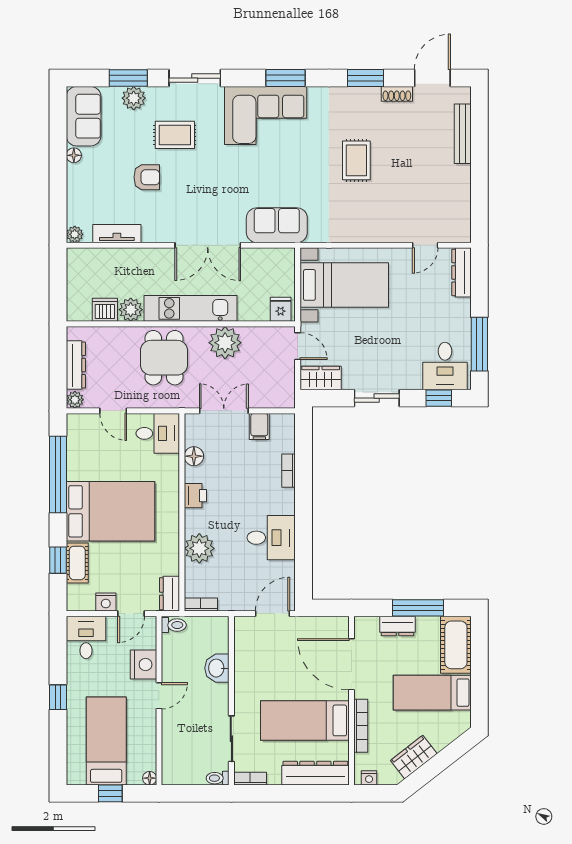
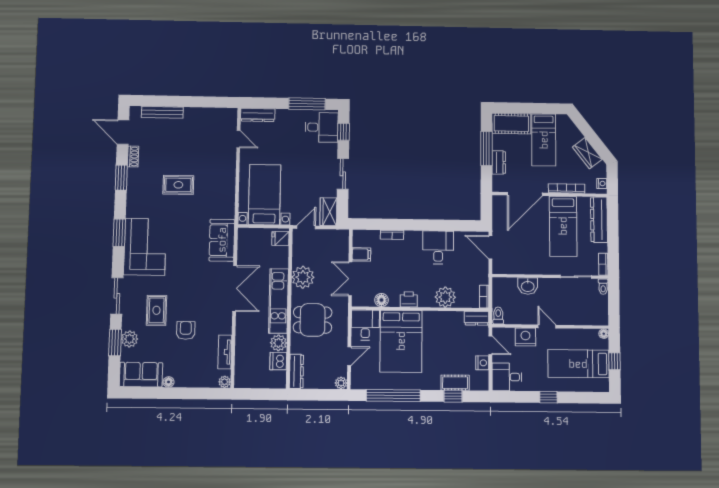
dresser: (76, 365) -> (296, 371), moved, turned 90
bed: (110, 511) -> (401, 341), moved, turned 180

